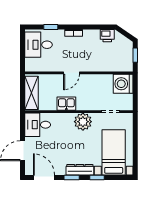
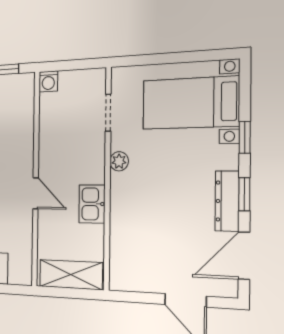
washing machine: (123, 84) -> (48, 81), width x0.53, depth x0.53
plant: (83, 122) -> (119, 161), width x0.53, depth x0.53
desk: (38, 125) -> (132, 265), removed
dresser: (80, 170) -> (227, 201), moved

